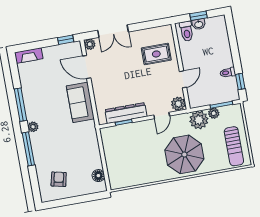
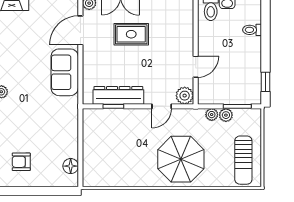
rug: (156, 54) -> (131, 34), moved
door: (87, 67) -> (80, 30), hinge flipped
toilet: (228, 73) -> (252, 30), moved
plant: (199, 120) -> (212, 115), width x0.53, depth x0.53
armchair: (59, 179) -> (21, 162), turned -103

